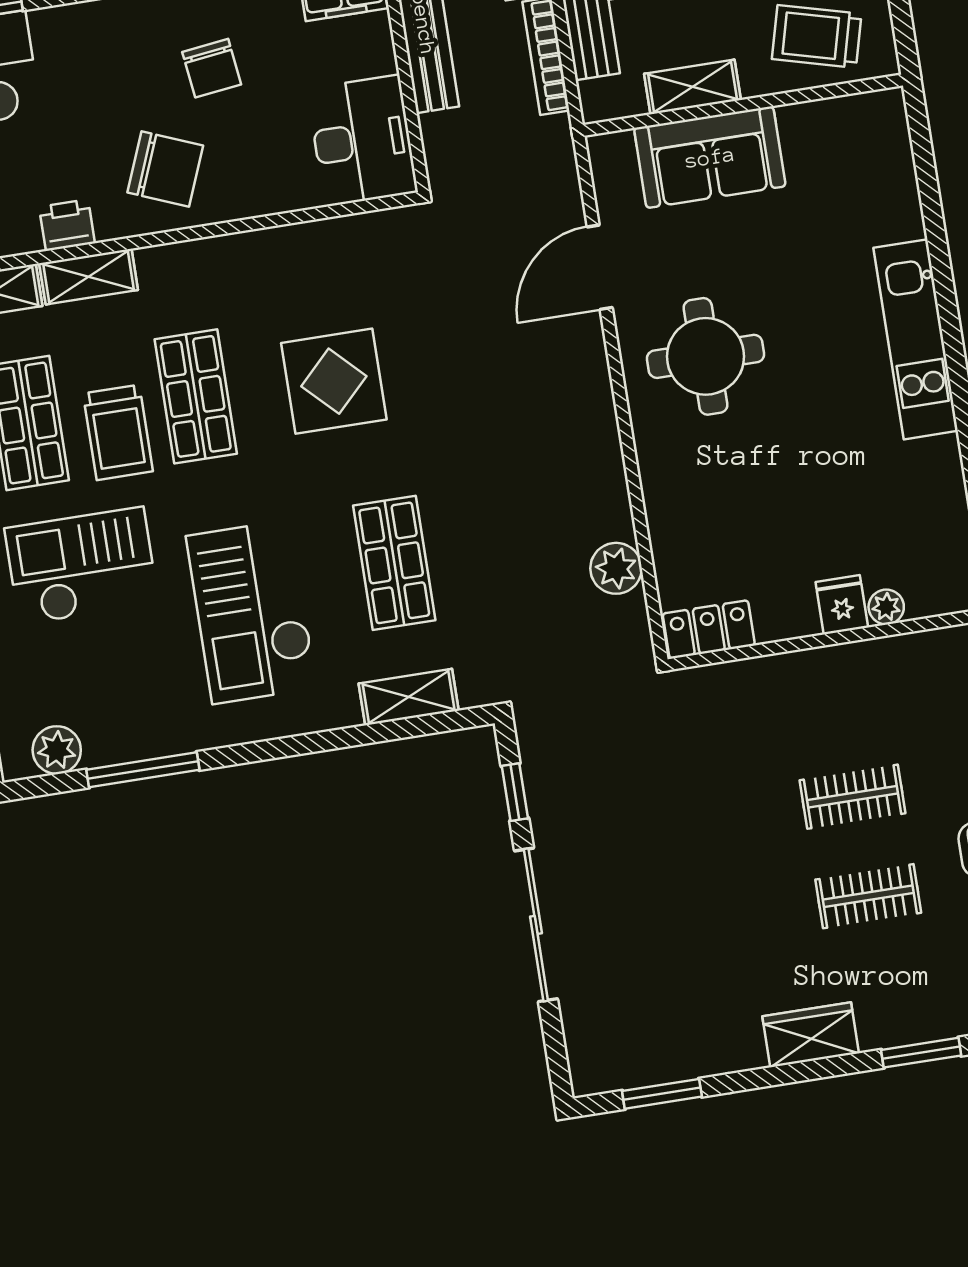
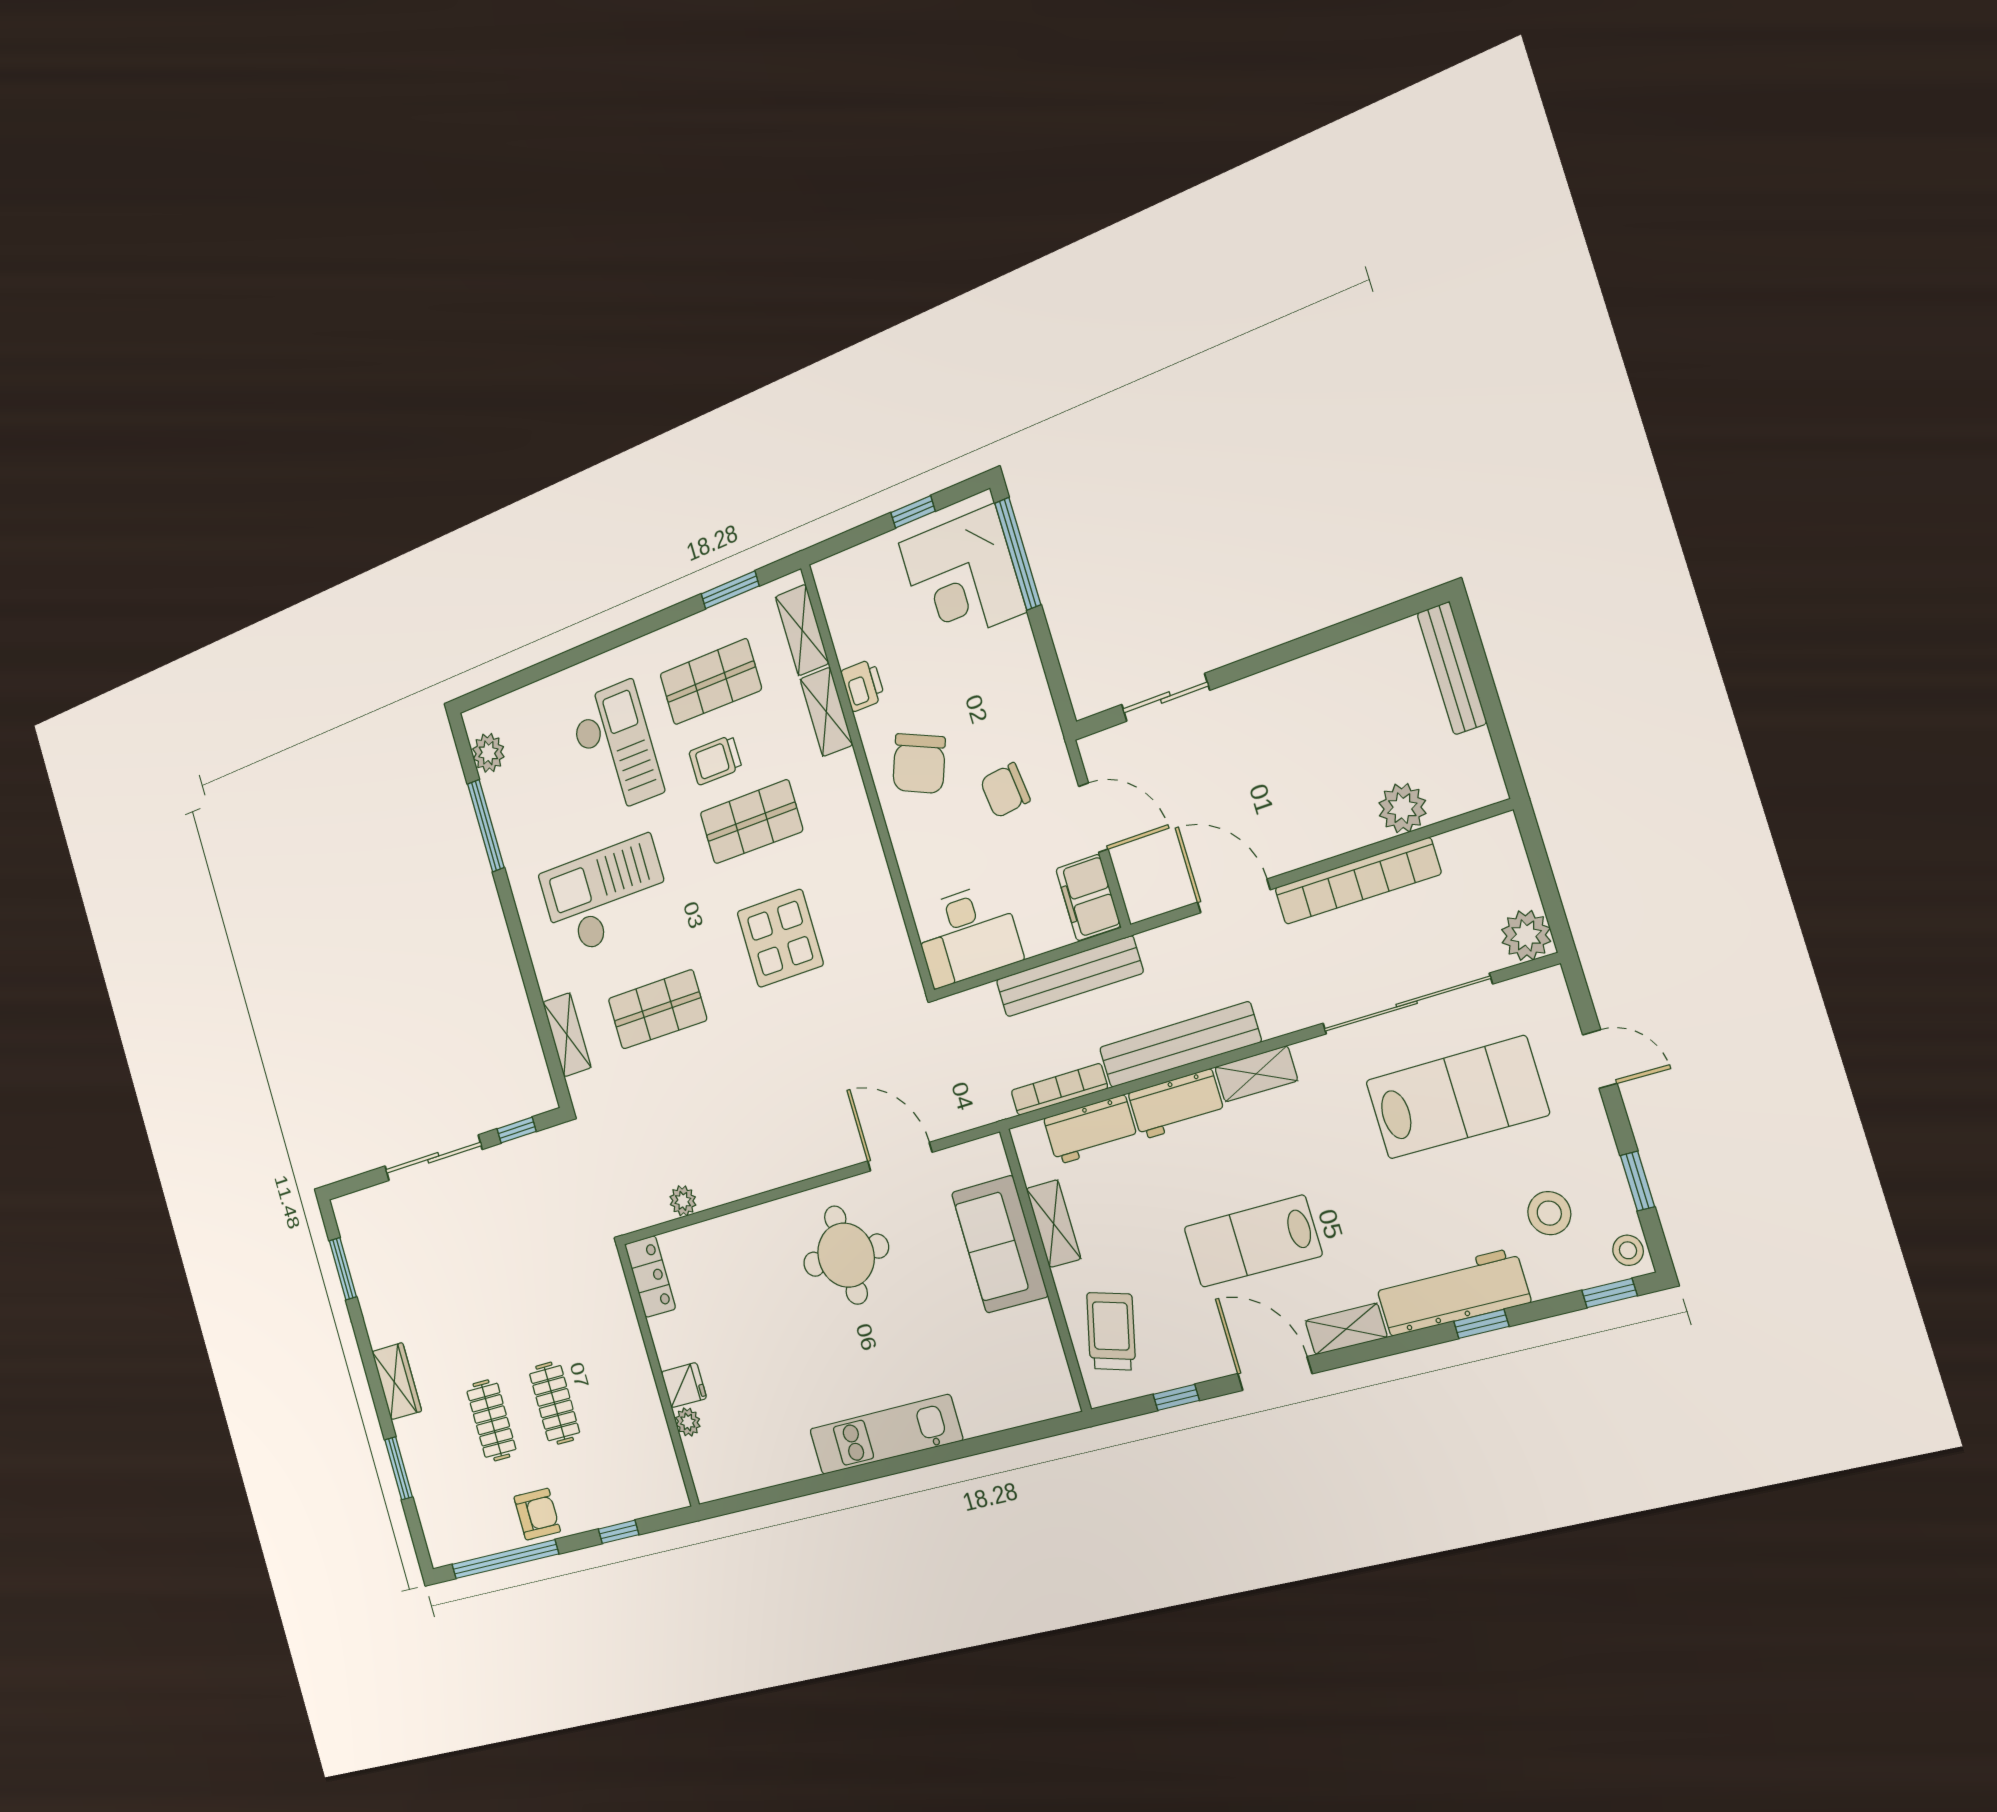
trolley: (118, 432) -> (715, 760), width x0.73, depth x0.72
plant: (616, 568) -> (683, 1201), width x0.73, depth x0.73

